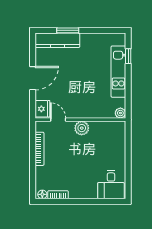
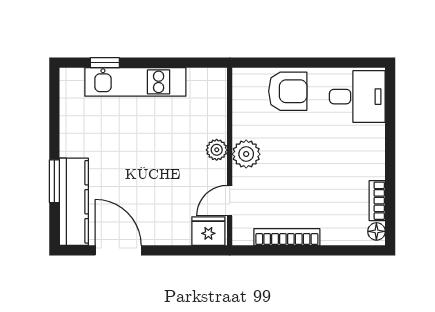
door: (33, 78) -> (118, 250), moved
plant: (120, 113) -> (217, 150), moved
armchair: (114, 149) -> (288, 91), added

